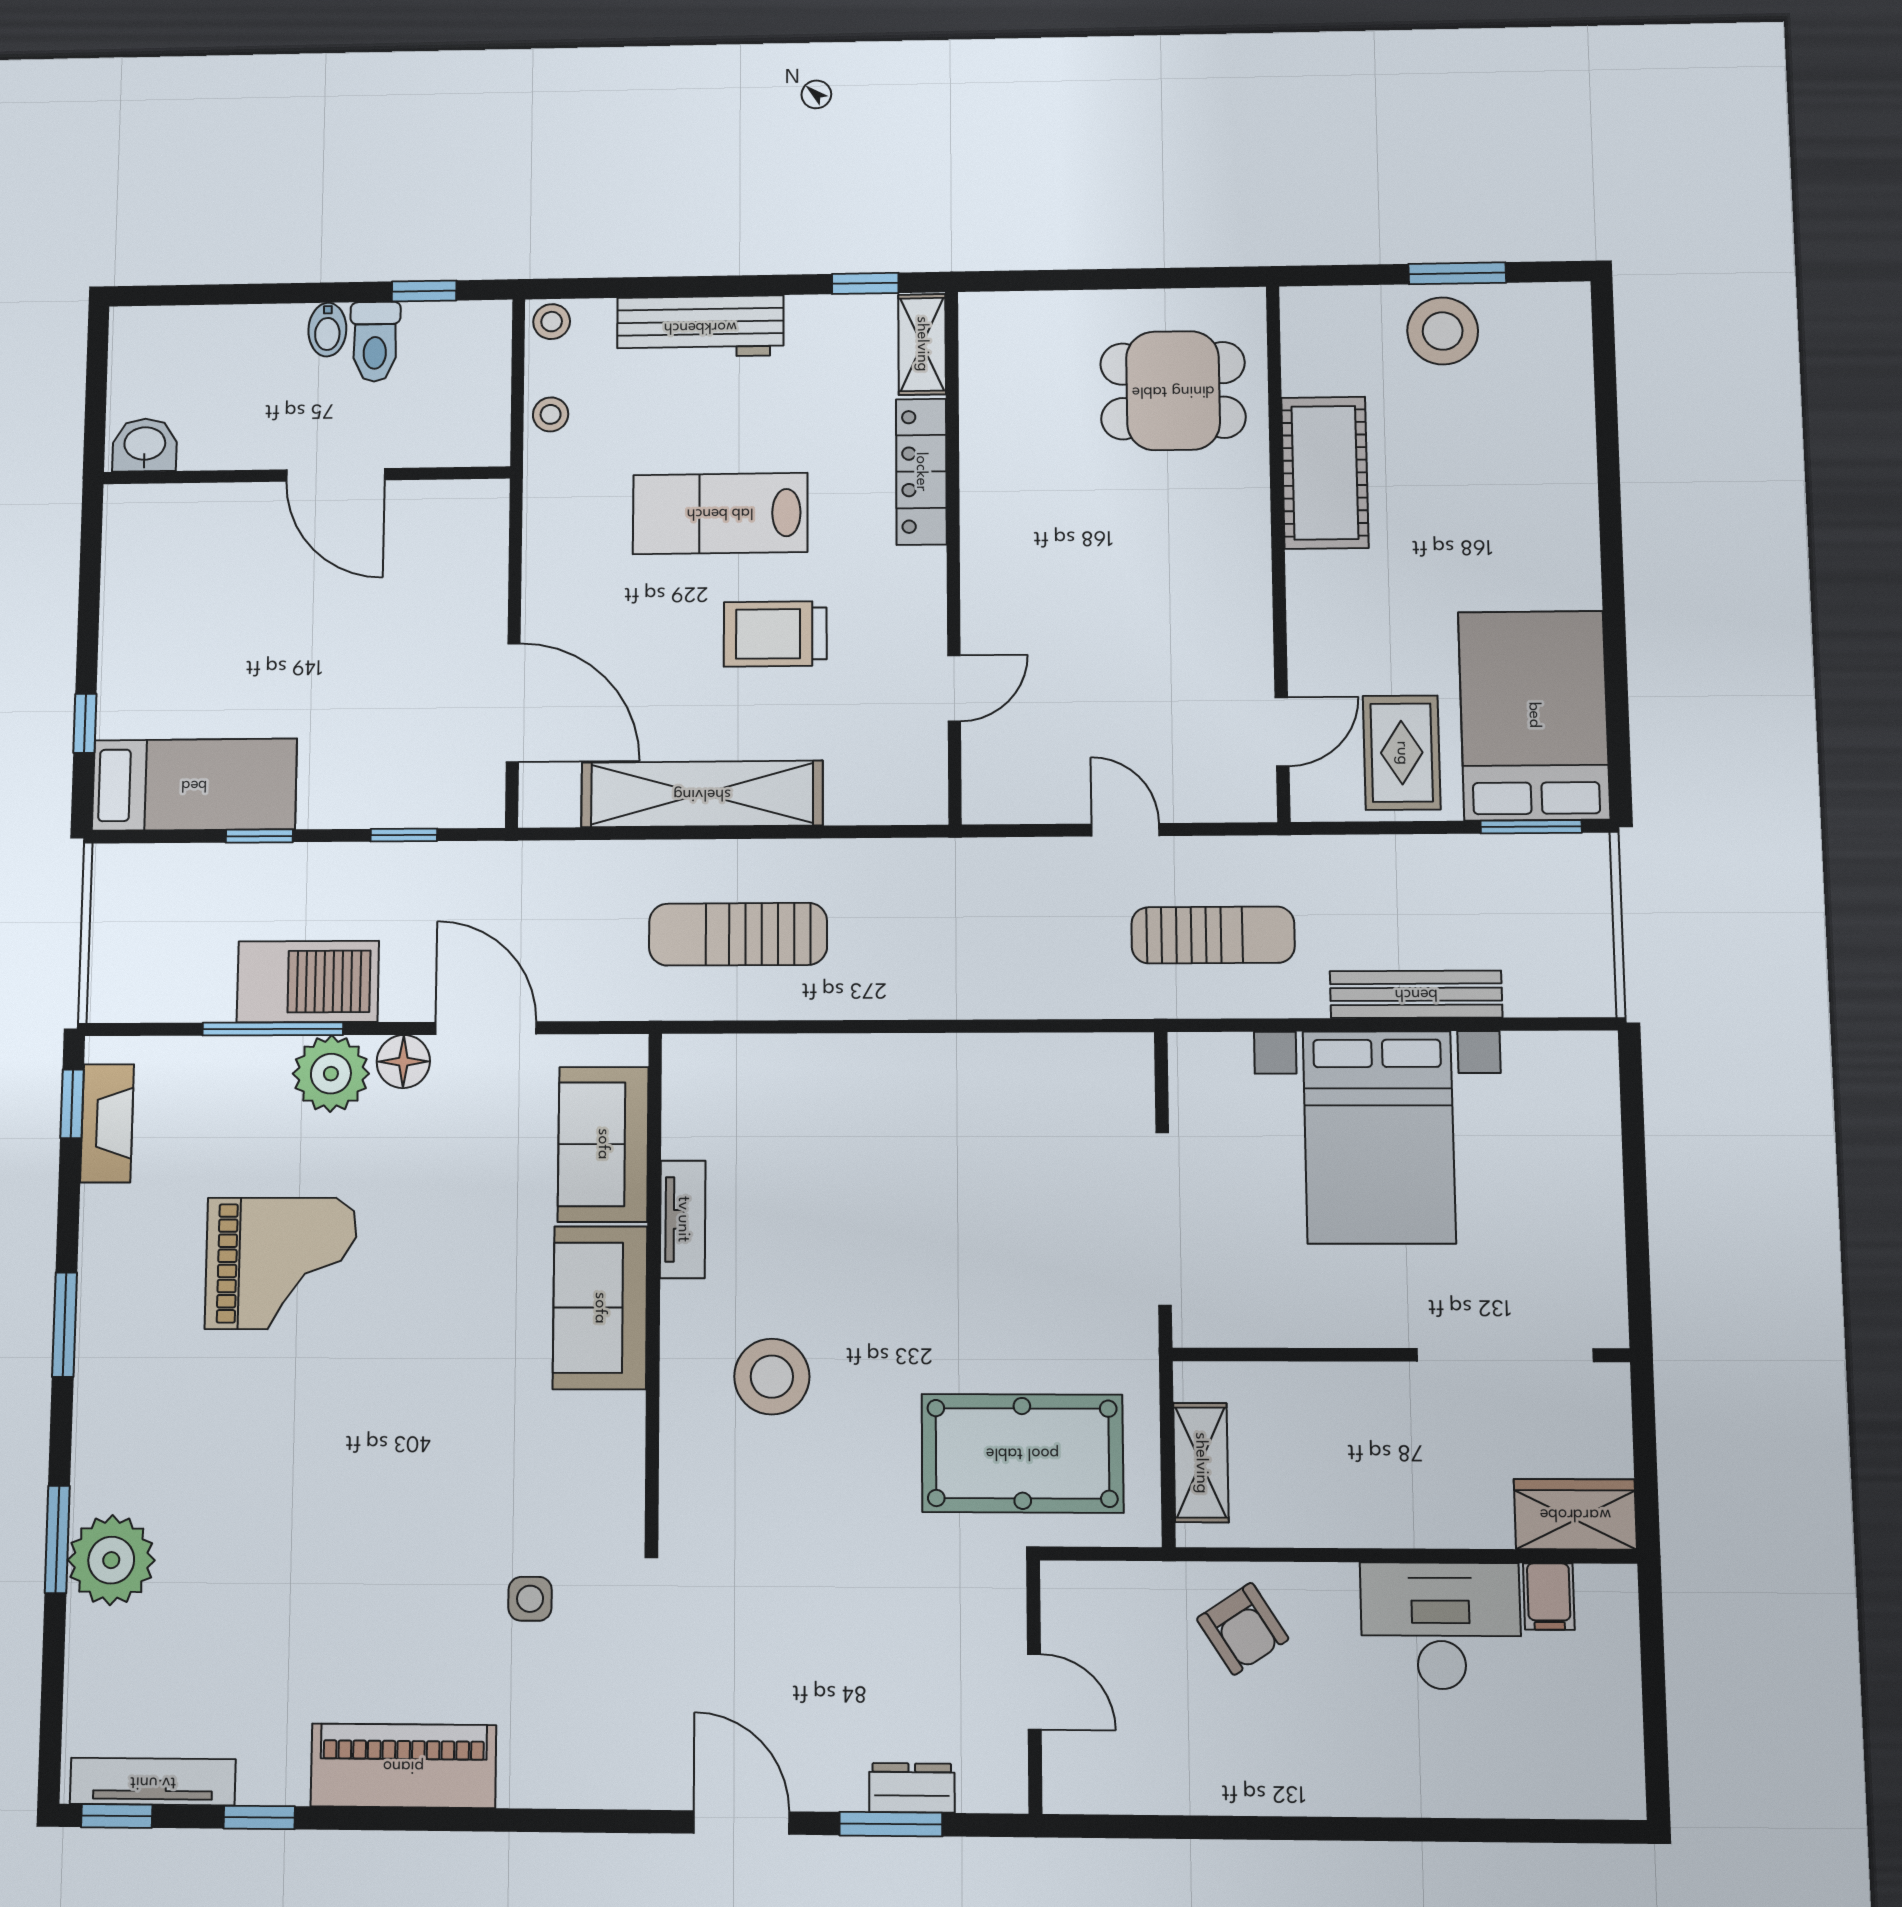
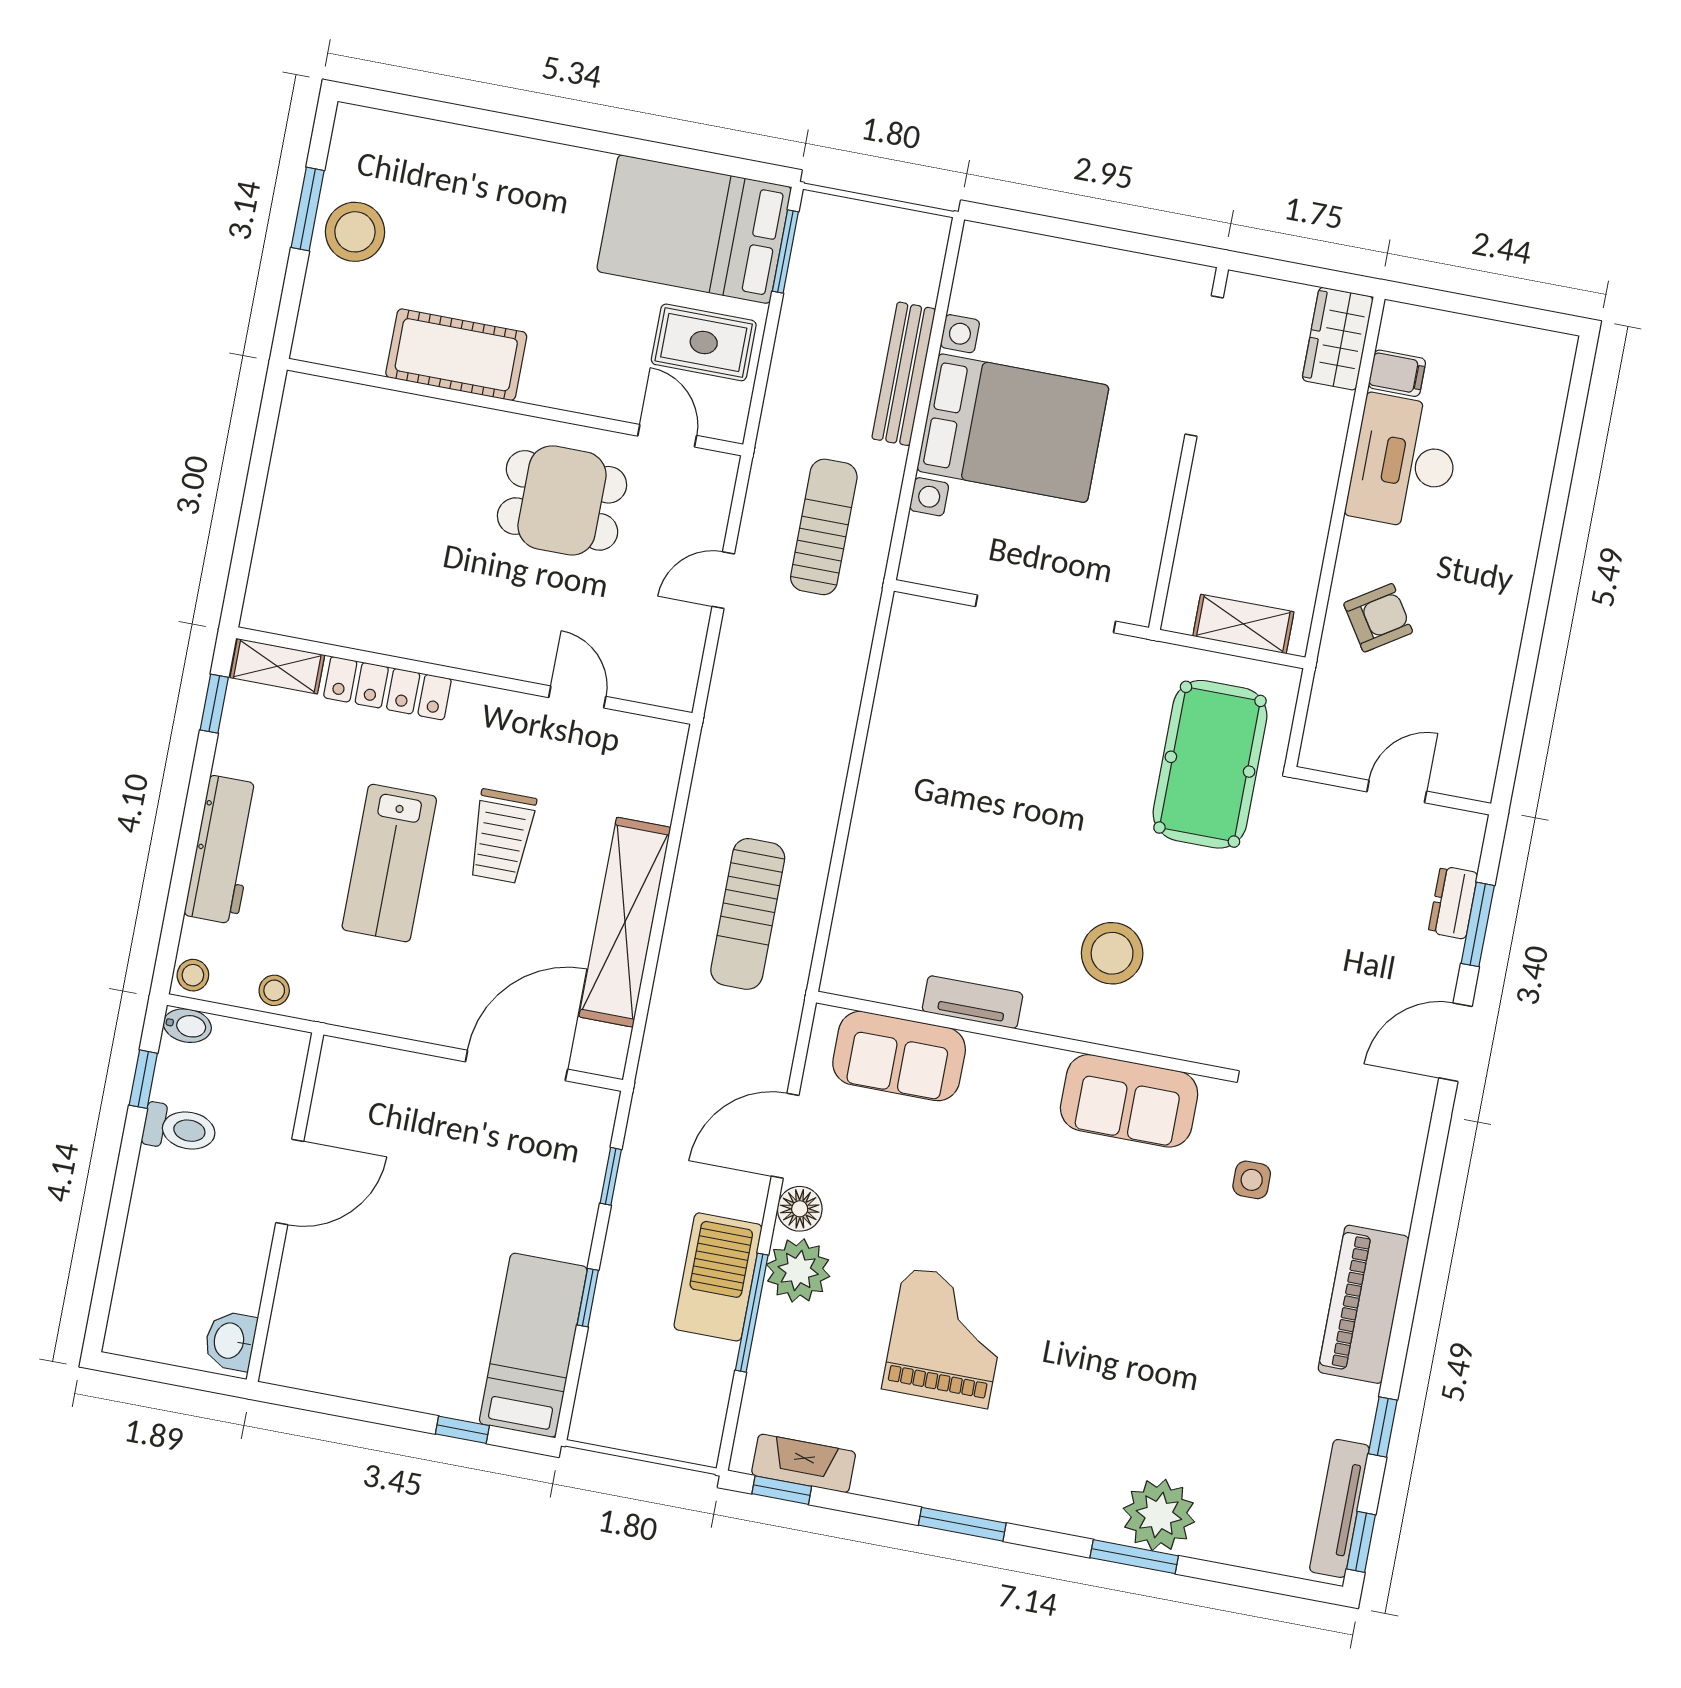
bidet: (327, 330) -> (187, 1026), moved
dining table: (1173, 391) -> (562, 500), moved, turned 90
sofa: (600, 1308) -> (1129, 1101), moved

